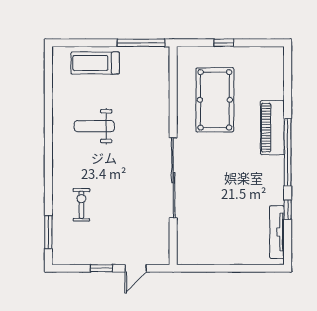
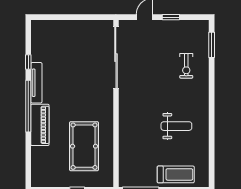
sliding door: (173, 178) -> (116, 58), moved
tv unit: (277, 232) -> (36, 83), moved

